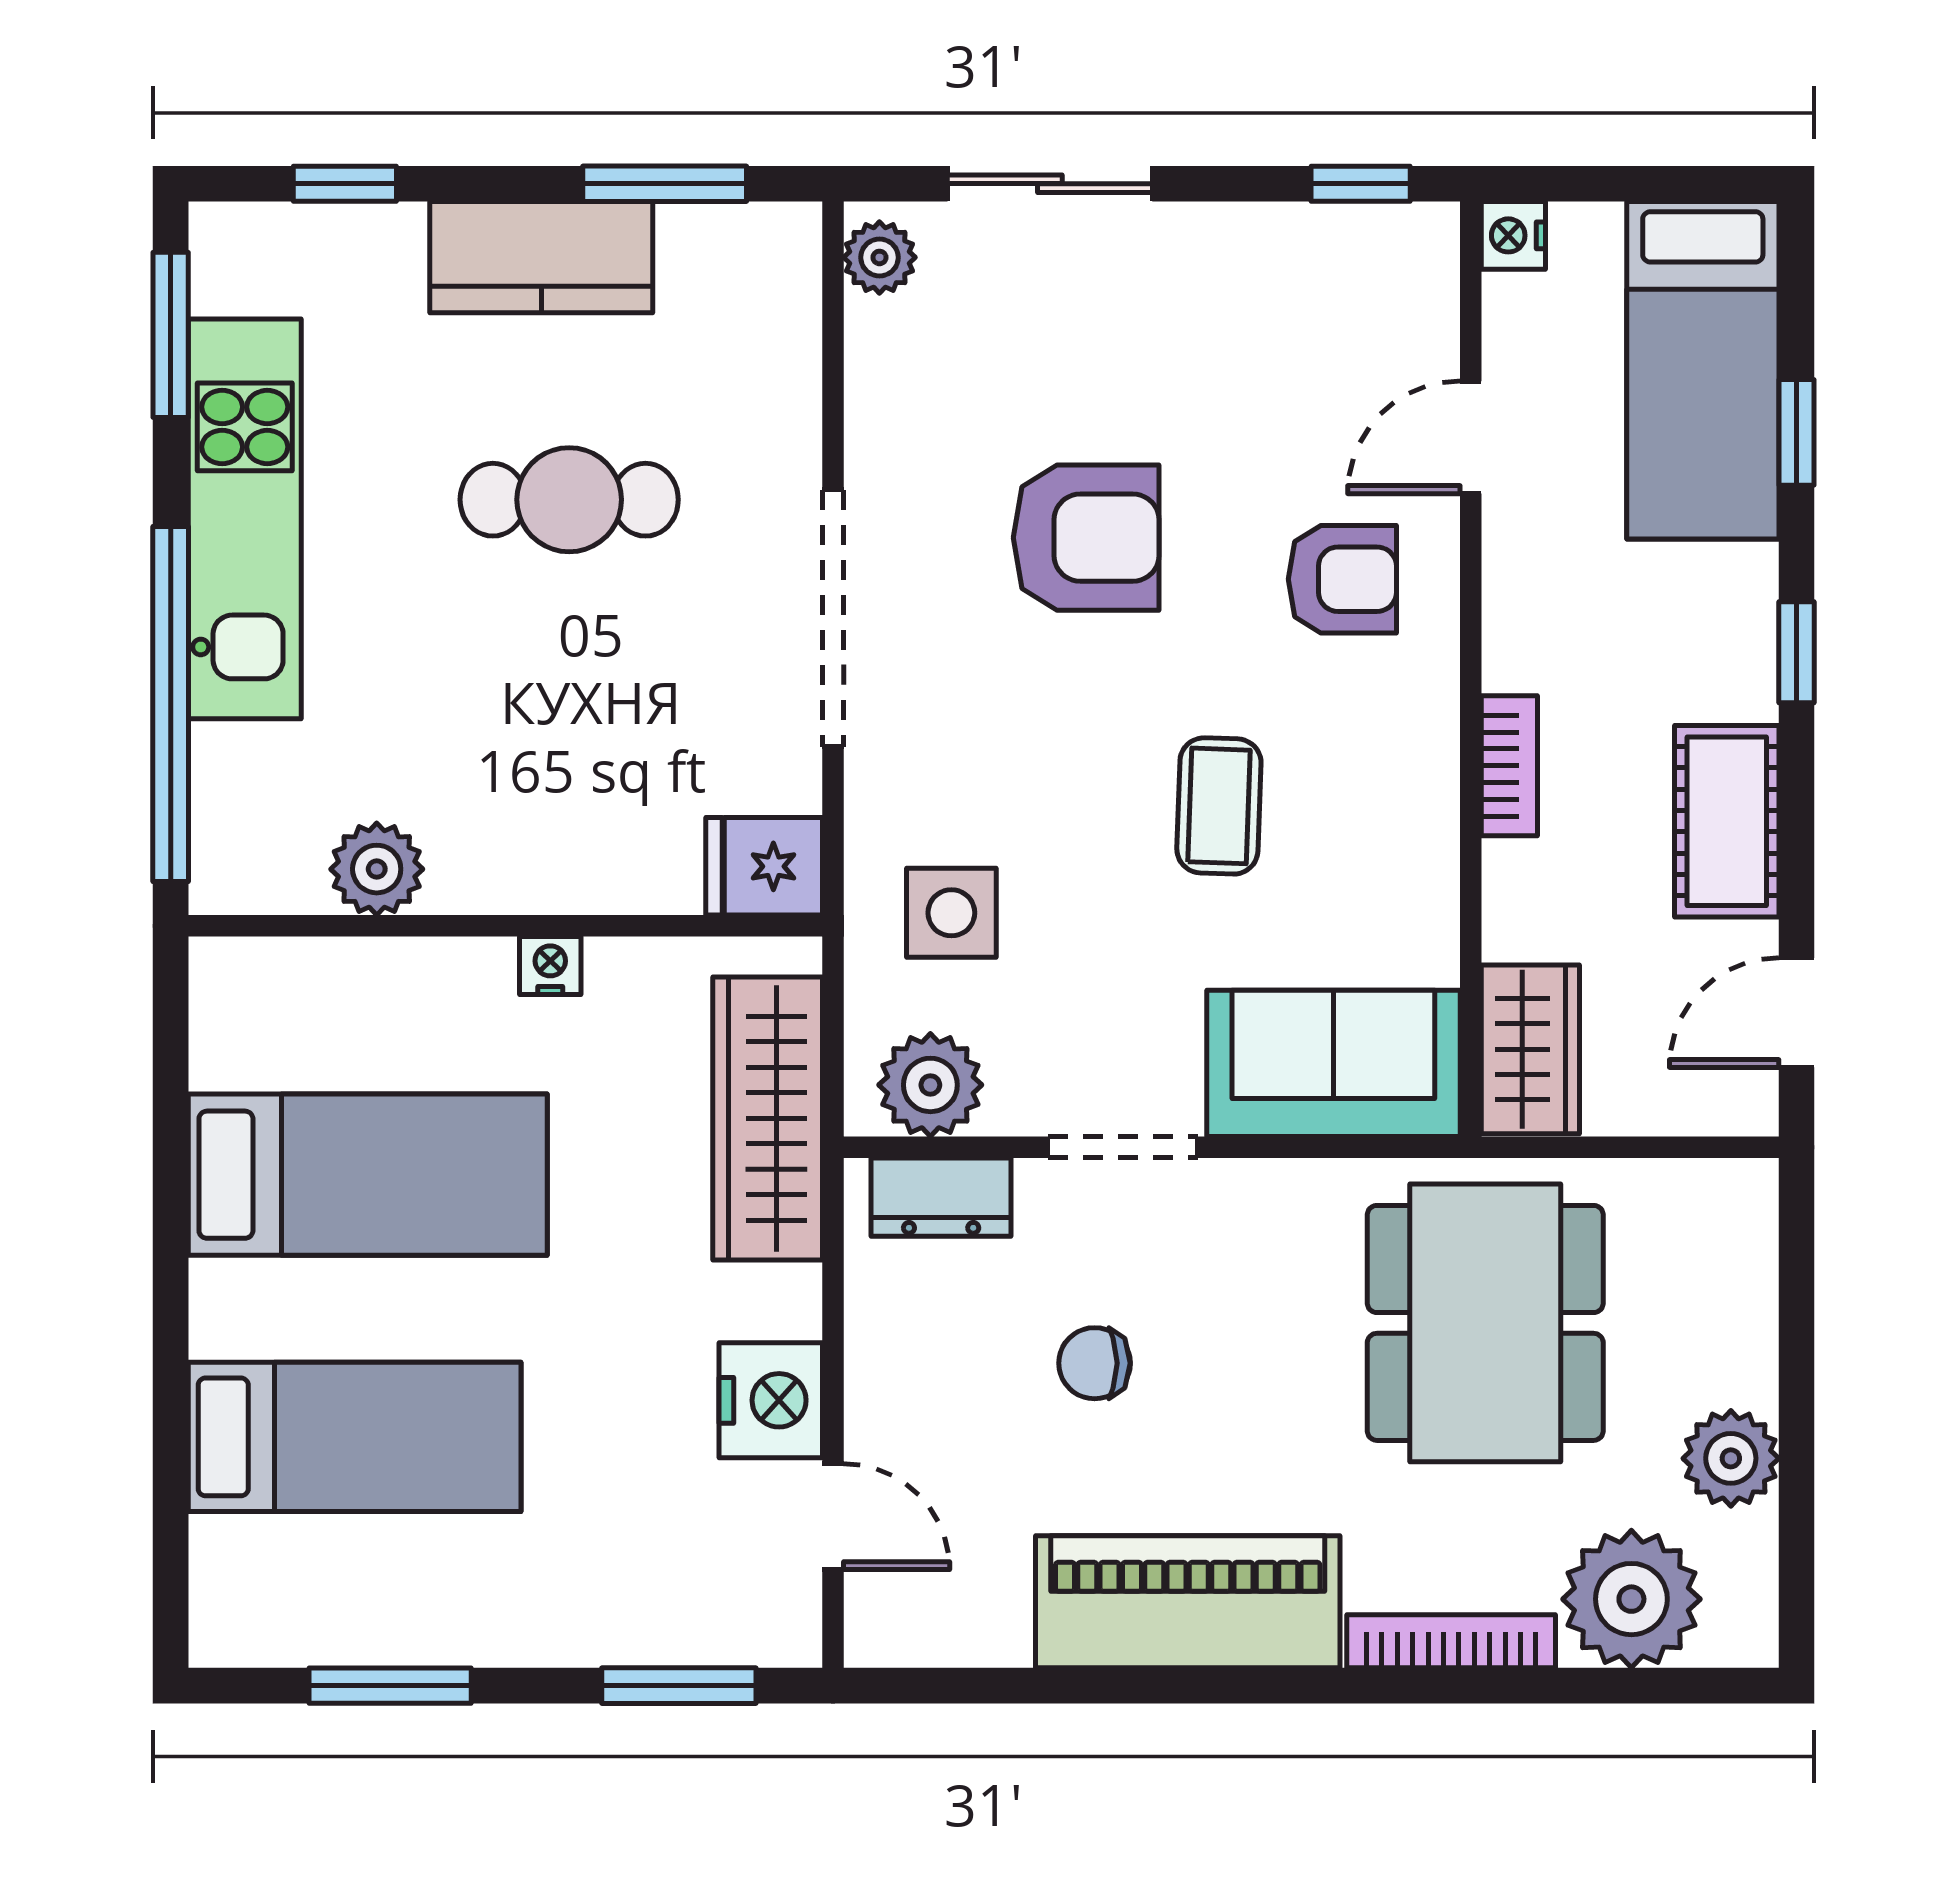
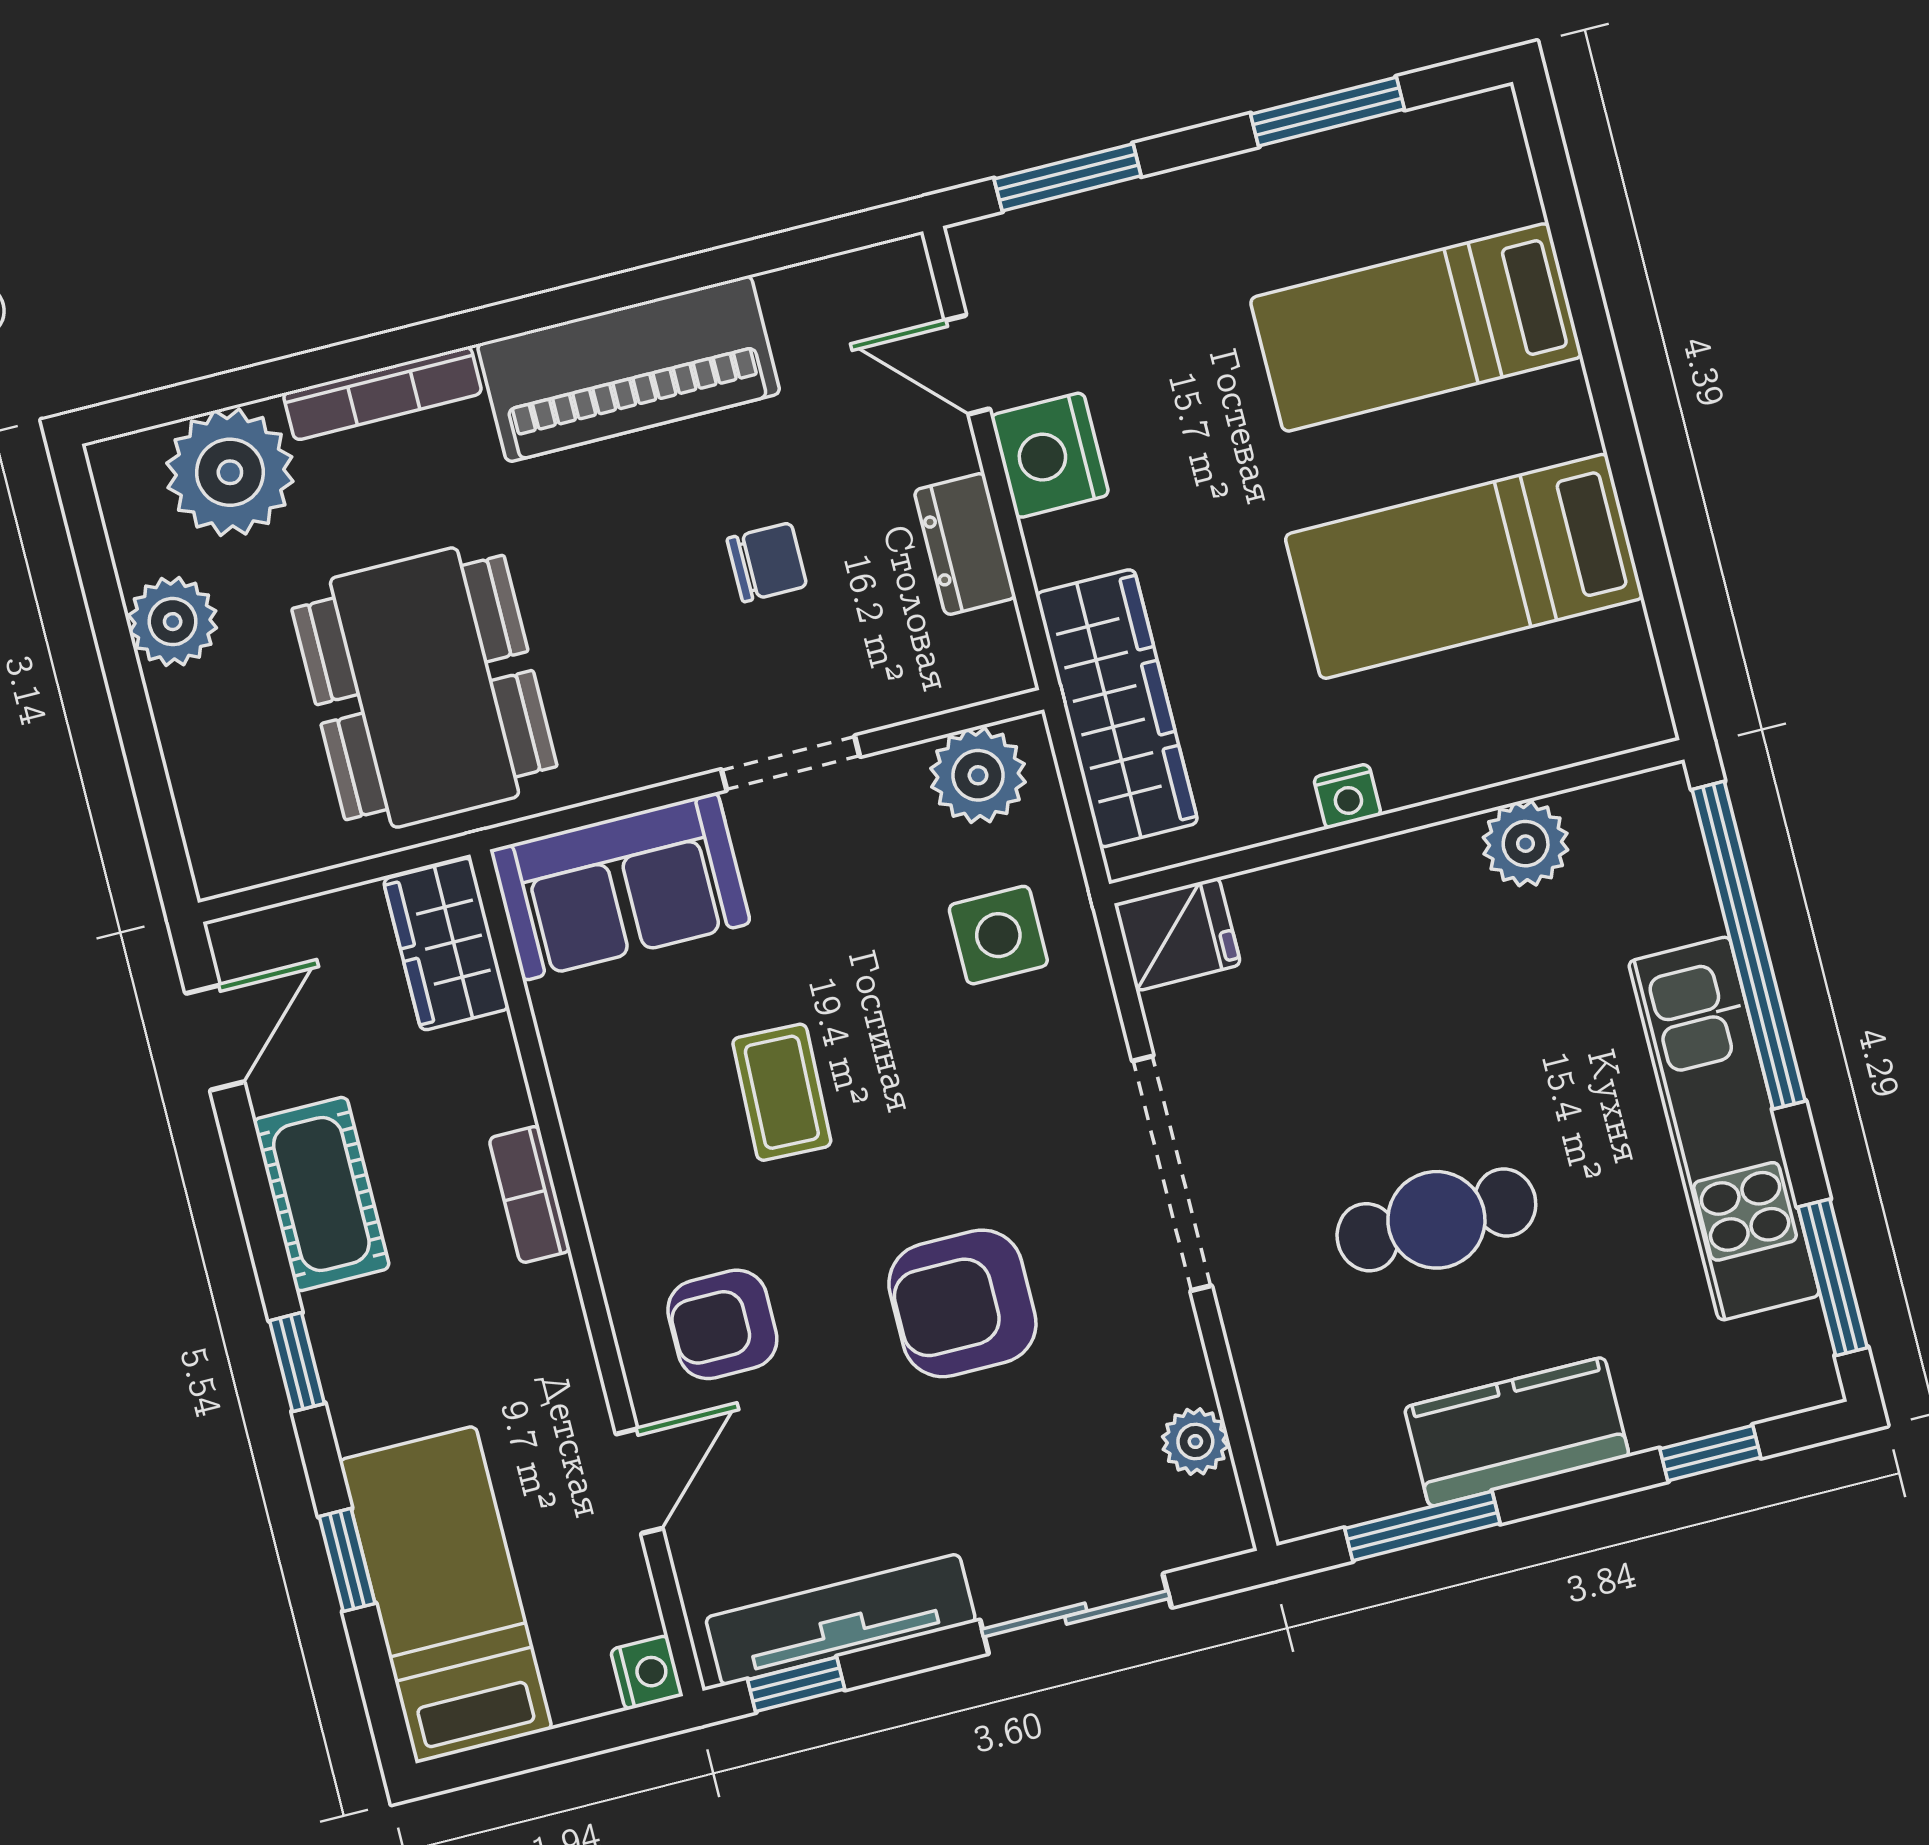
tv unit: (1297, 240) -> (841, 1620), added
plant: (879, 257) -> (1195, 1442), moved
dresser: (941, 1197) -> (965, 544), moved, turned -90

